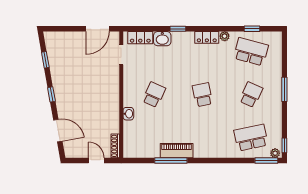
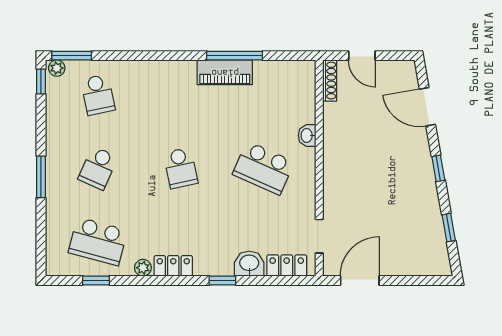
school desk: (154, 95) -> (263, 168), width x1.85
school desk: (251, 138) -> (98, 95), width x0.54

